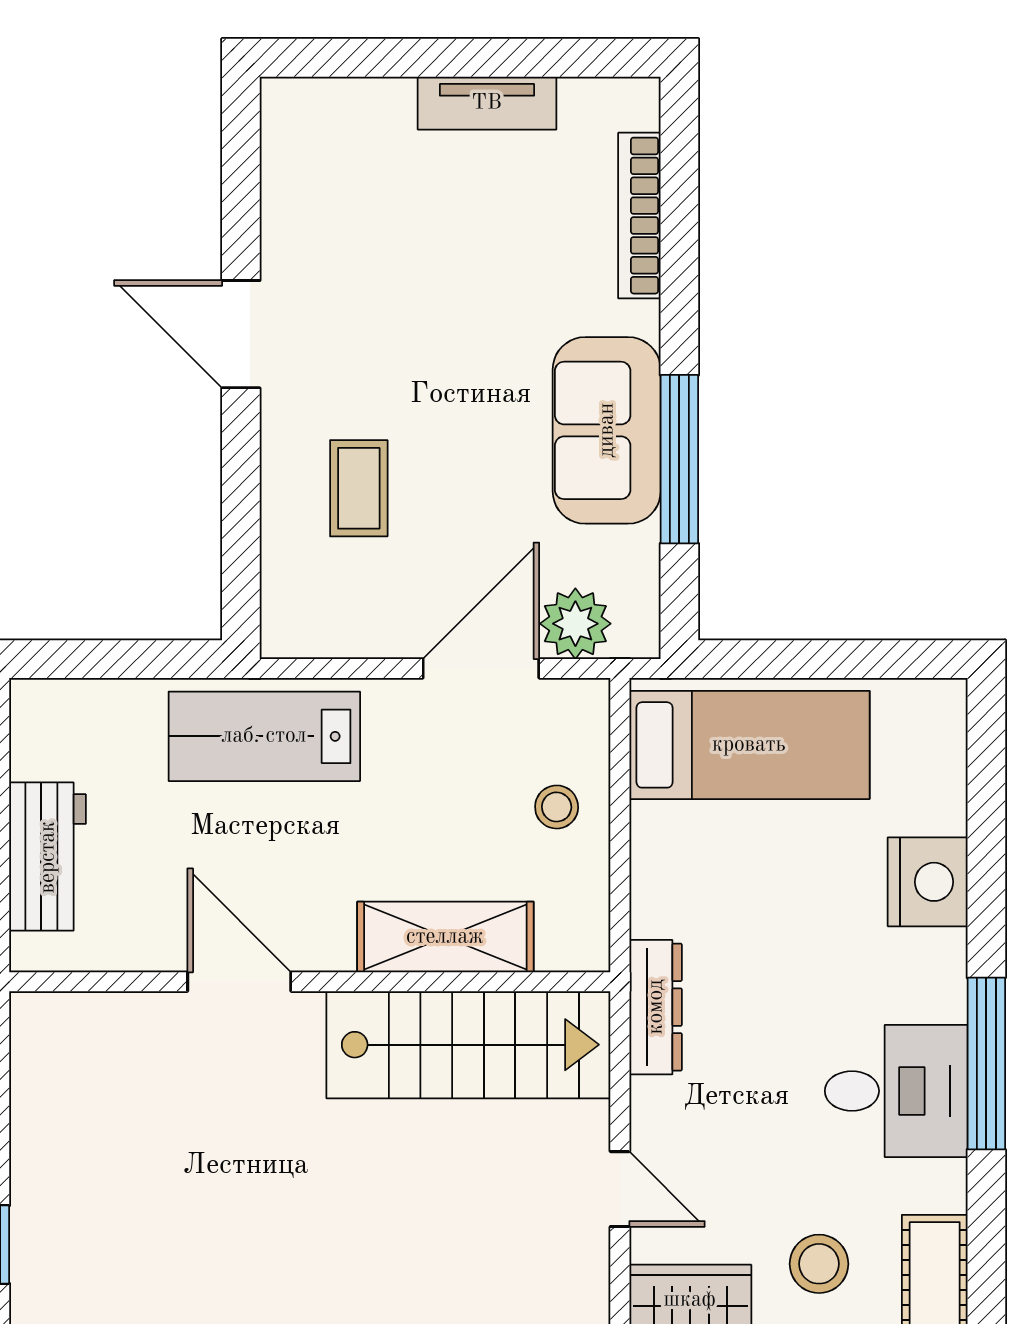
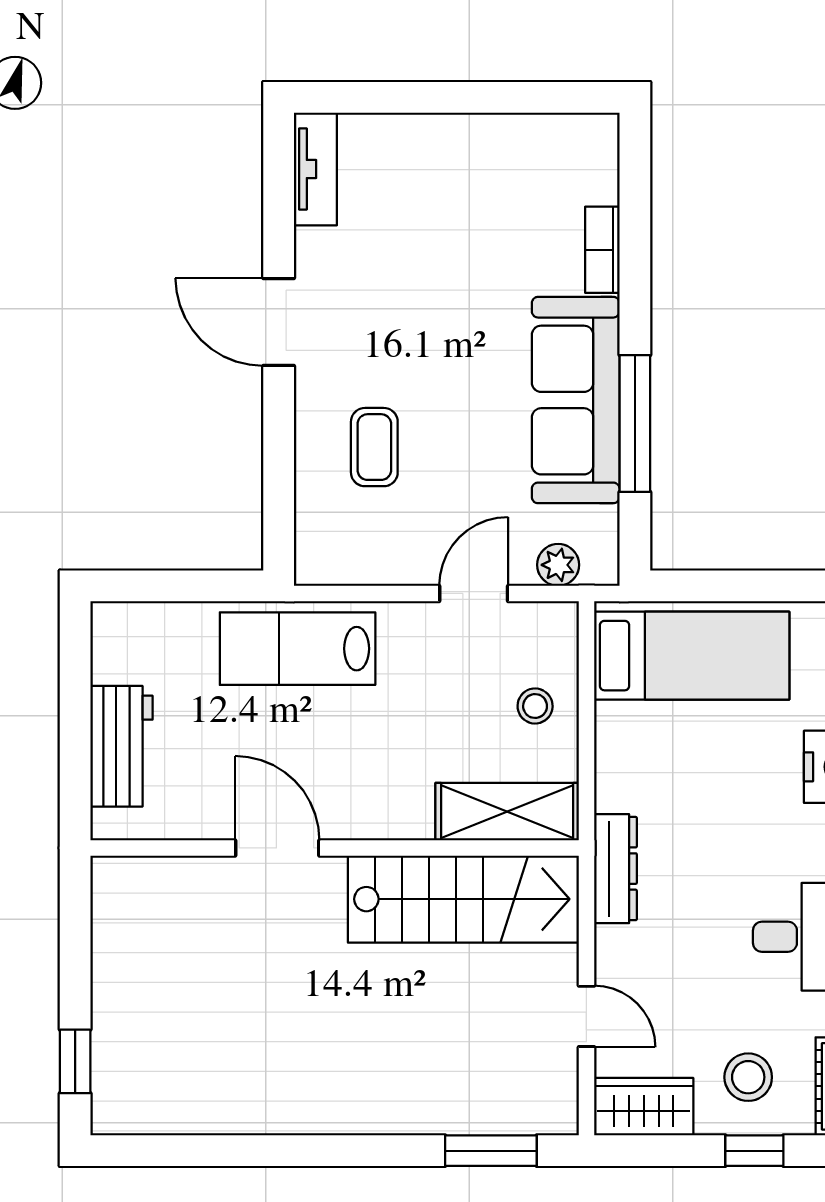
tv unit: (487, 103) -> (315, 169), moved, turned -90
bookcase: (639, 216) -> (602, 250), width x0.64
sofa: (607, 430) -> (576, 400), width x1.36
plant: (575, 624) -> (558, 565), width x0.73, depth x0.73
door: (481, 668) -> (474, 593), width x0.73
shelving: (445, 937) -> (507, 812), moved

